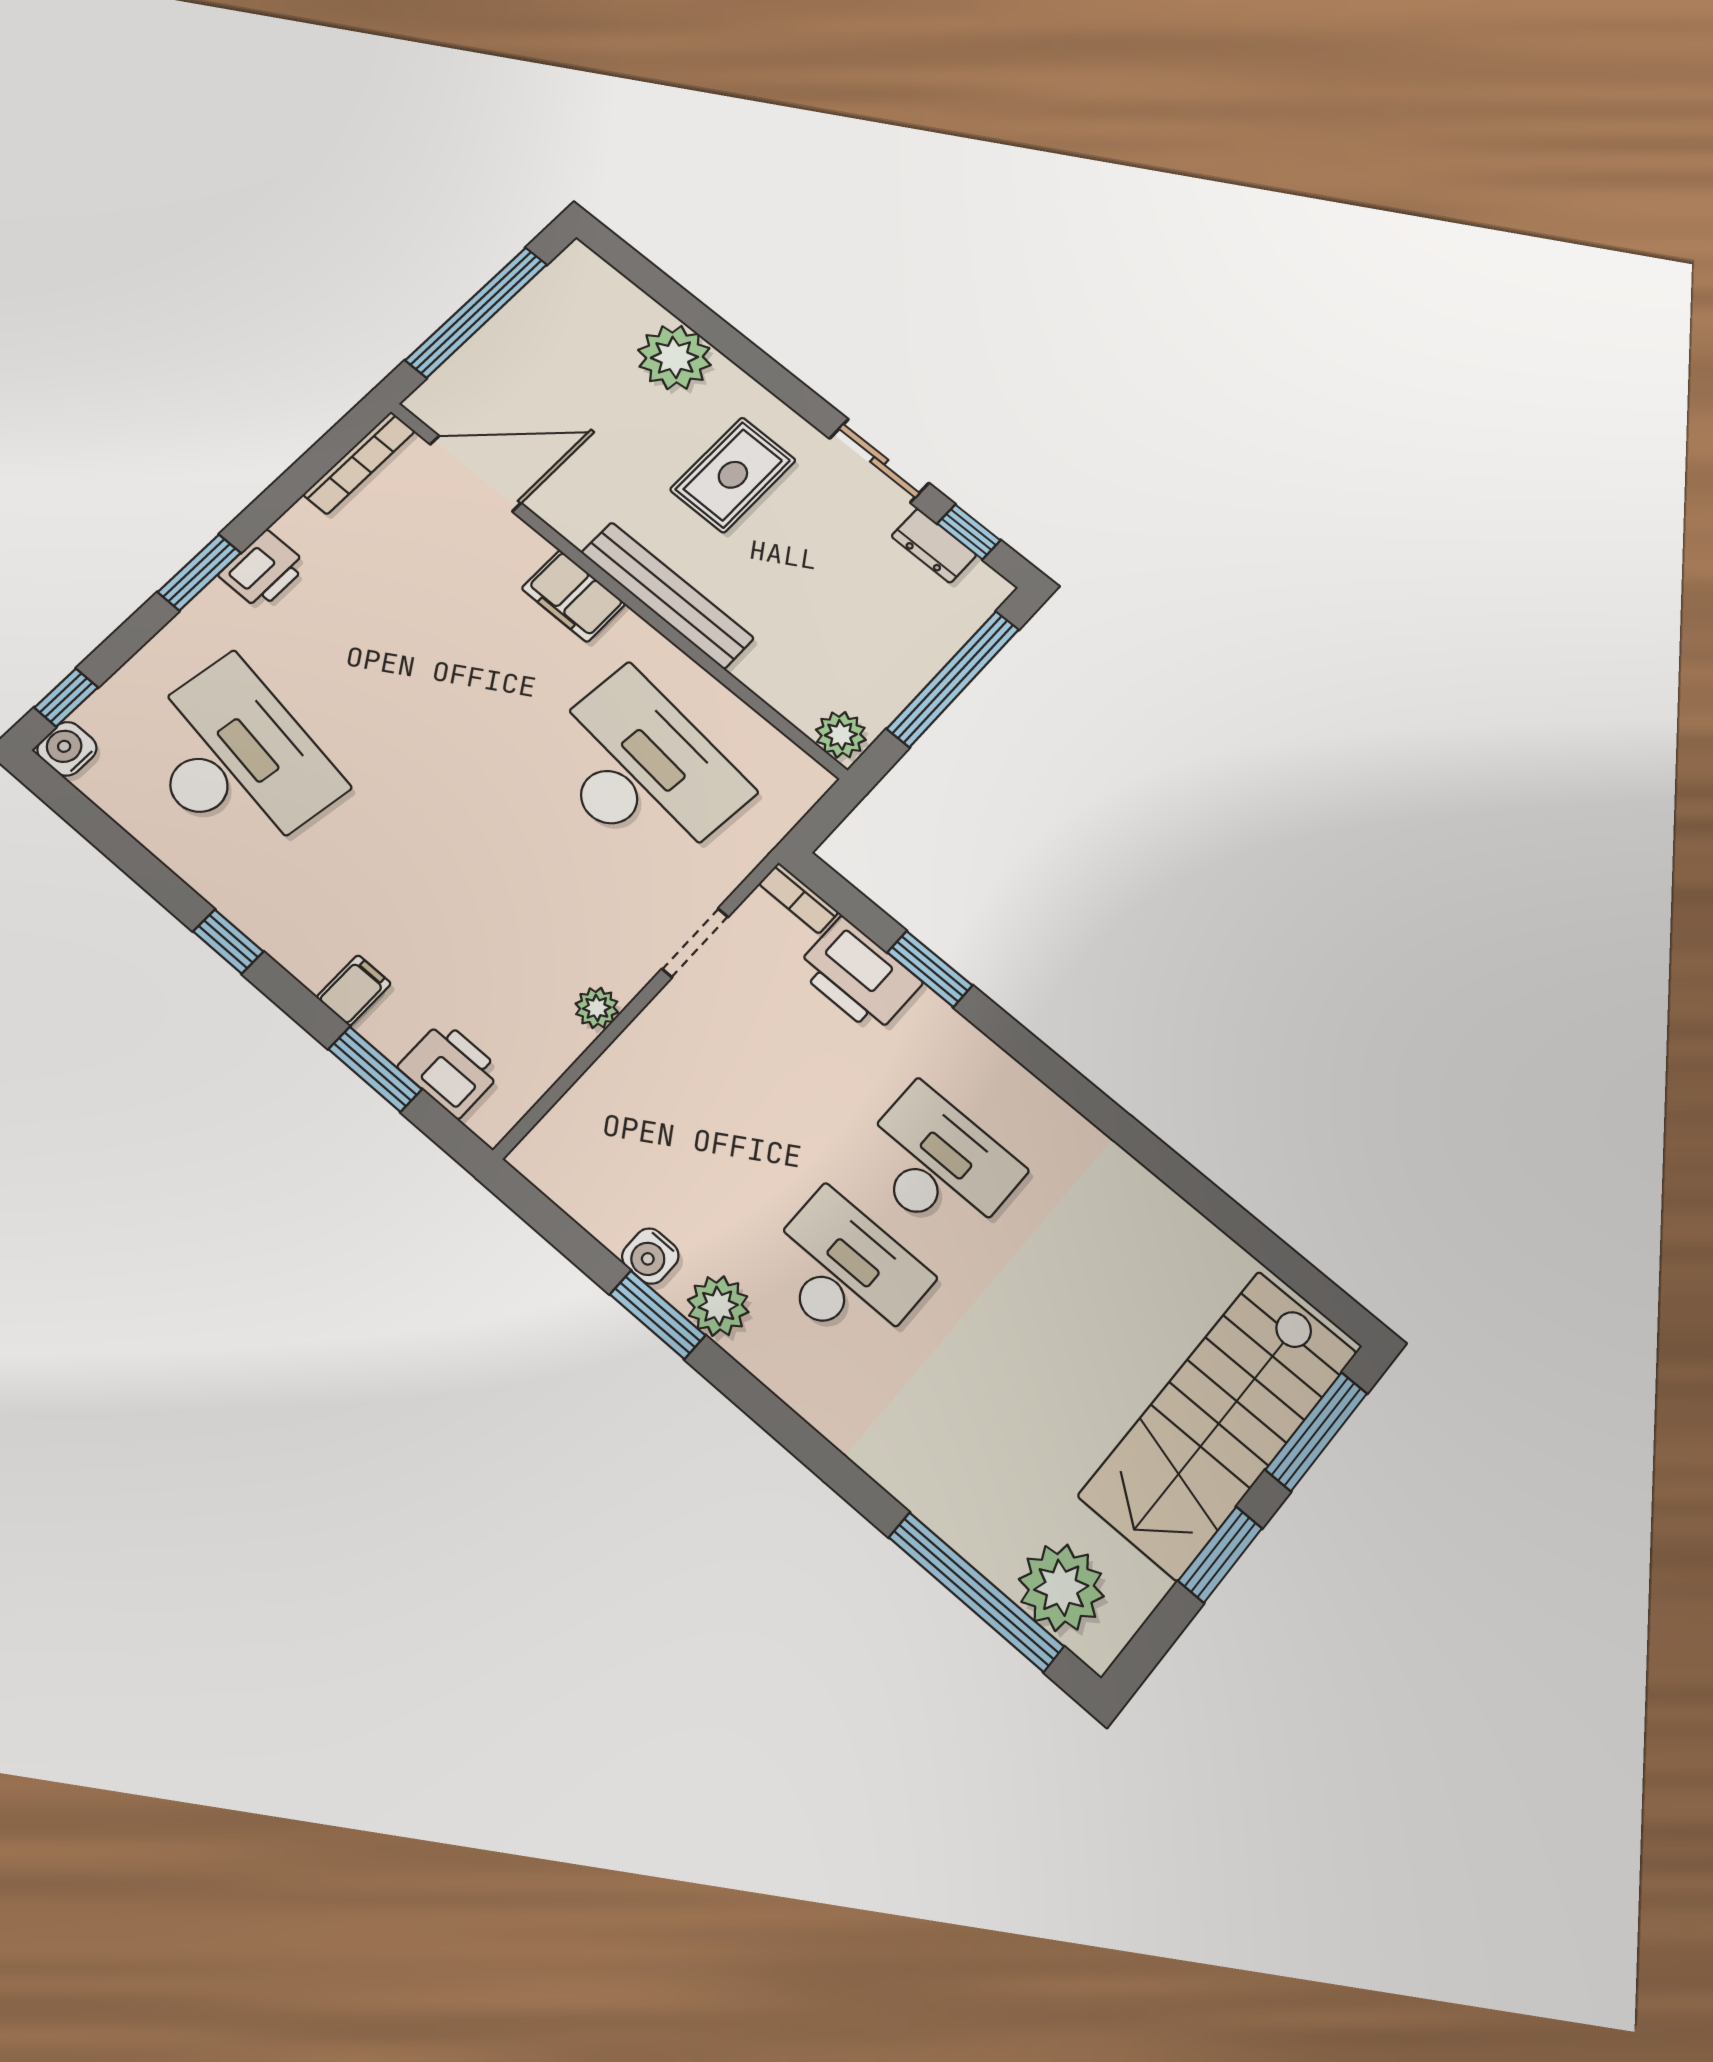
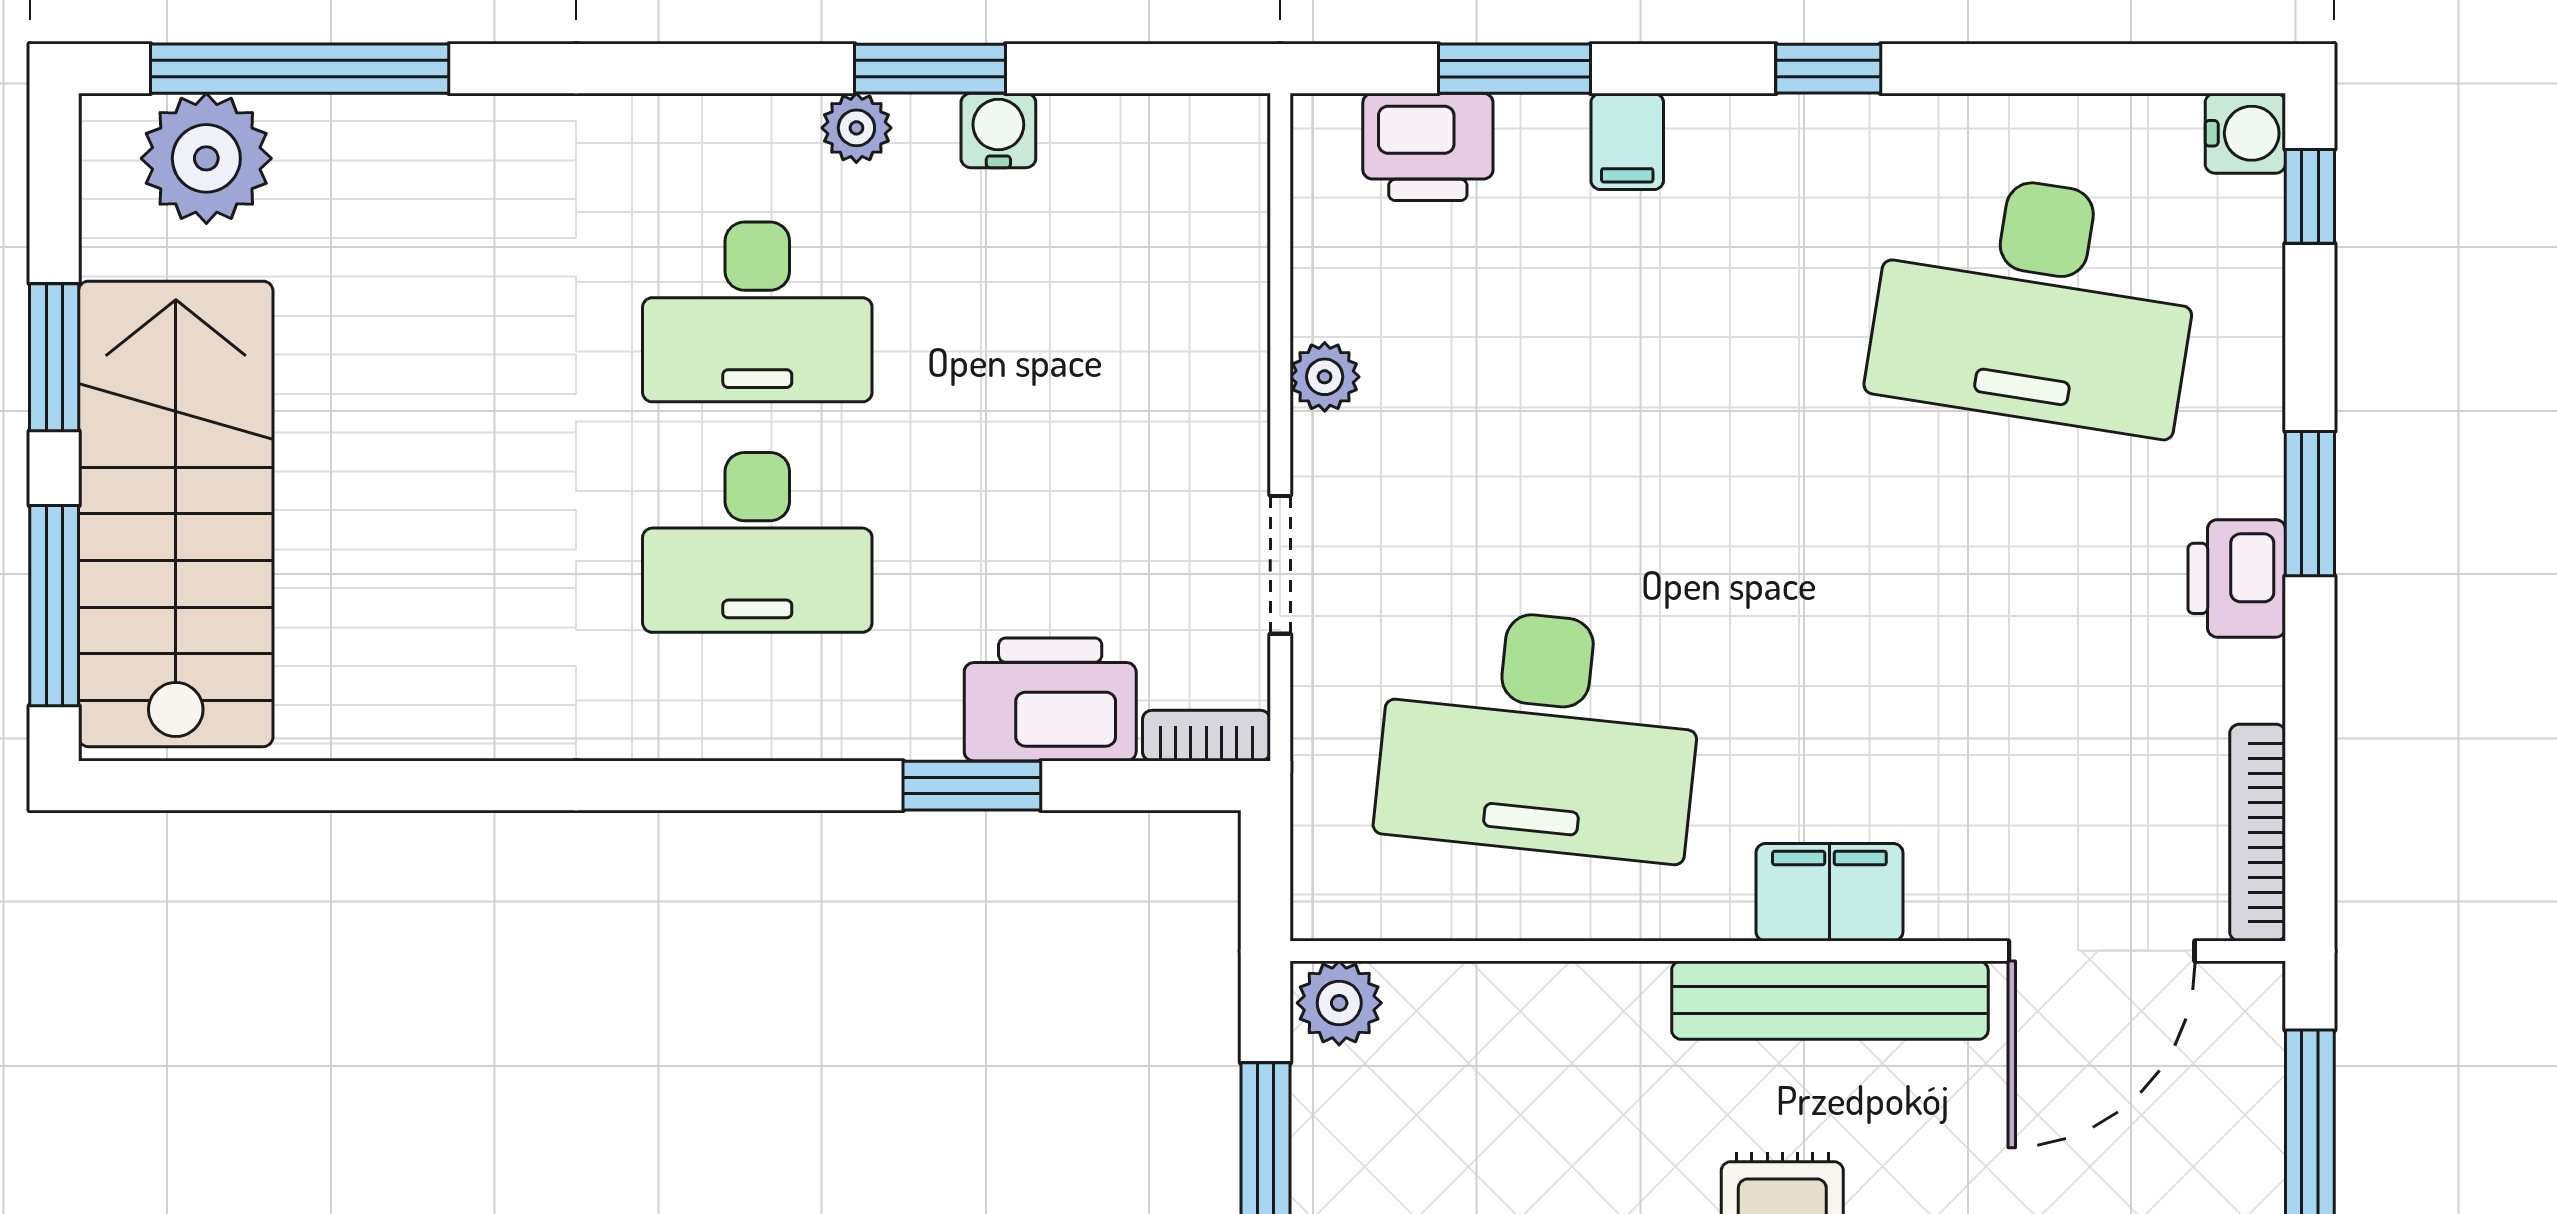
bench: (667, 595) -> (1830, 1000), moved
plant: (718, 1306) -> (856, 128), width x0.73, depth x0.73

